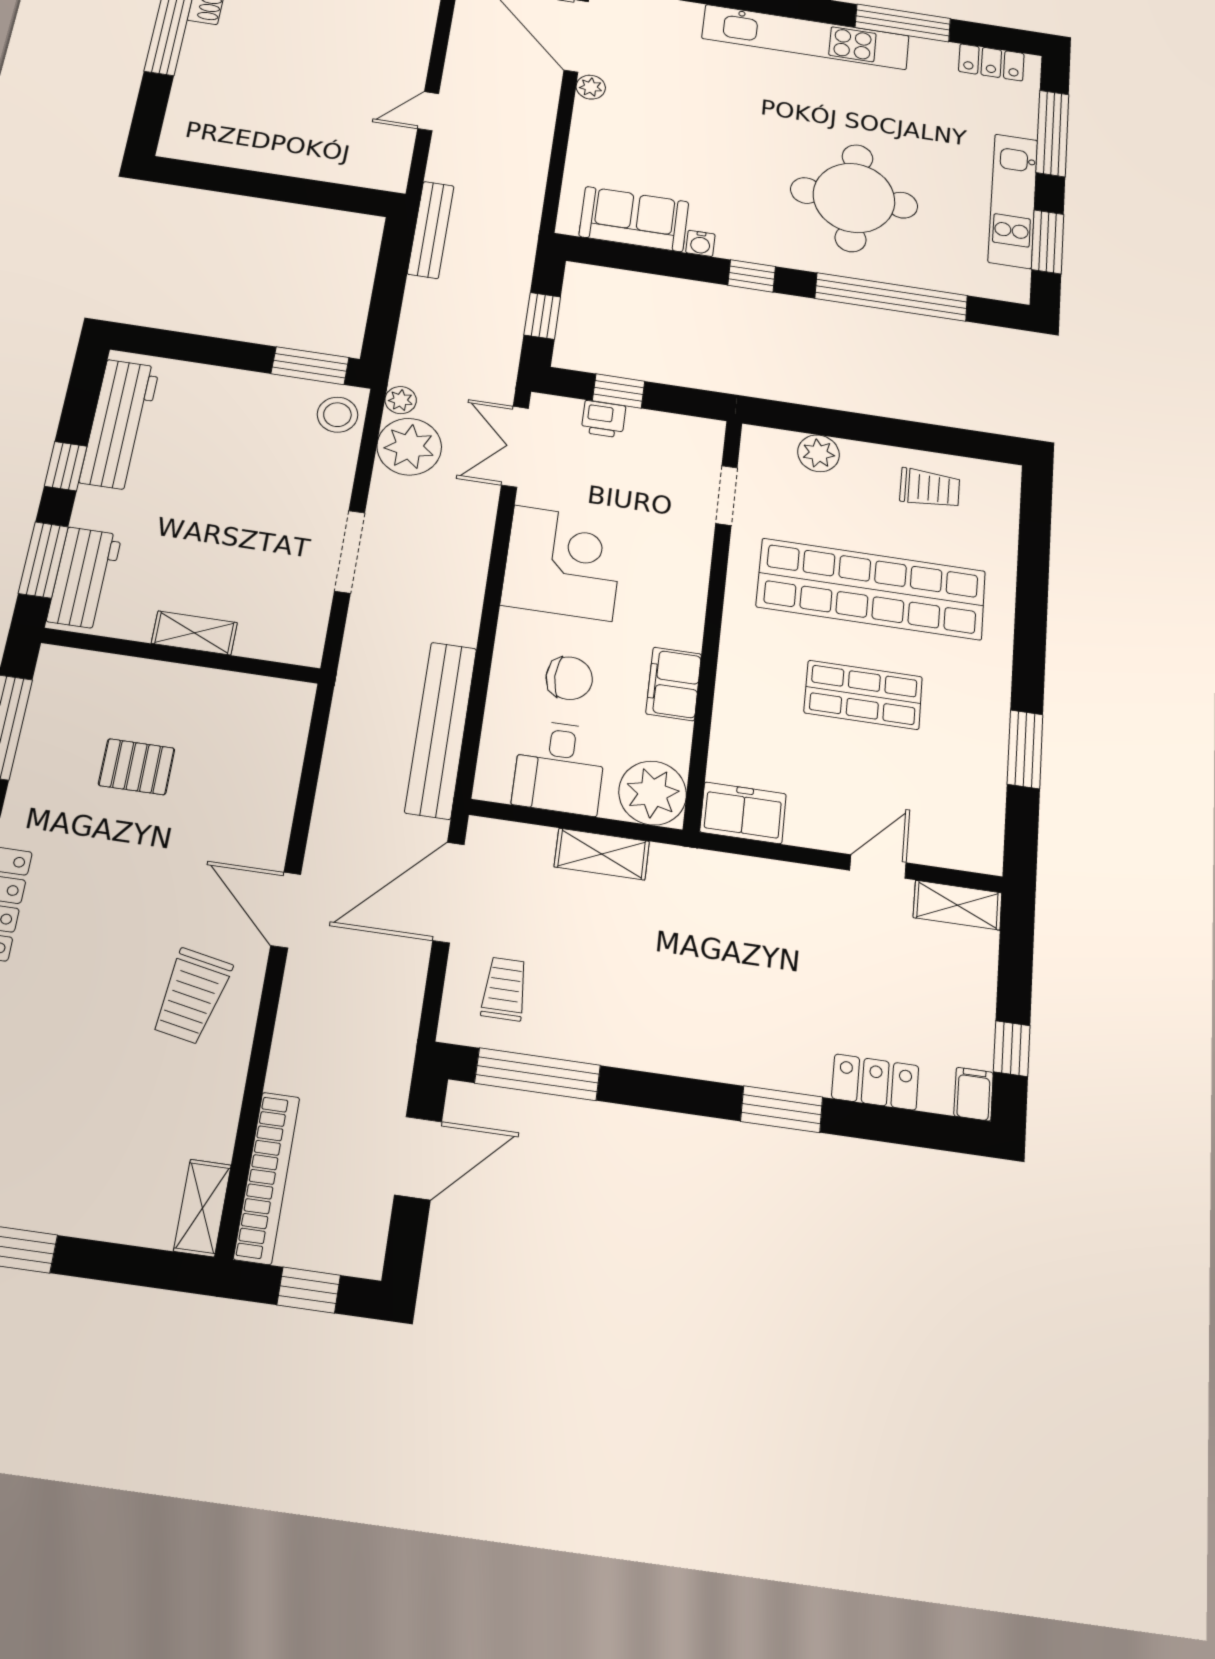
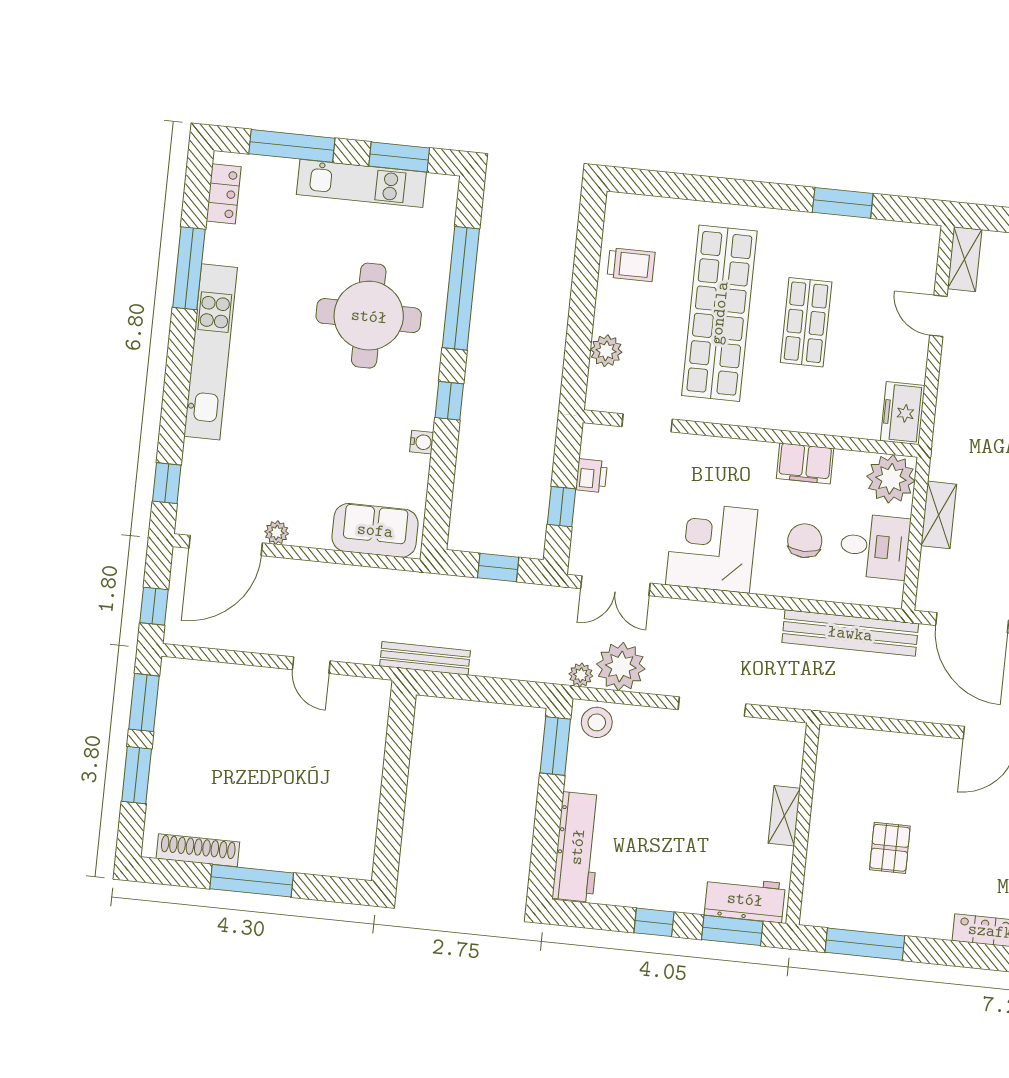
sofa: (634, 219) -> (375, 530), moved, turned 90
printer: (603, 419) -> (592, 476), moved
workbench: (120, 424) -> (577, 847), moved, turned 90
trolley: (930, 488) -> (631, 265), turned 90

